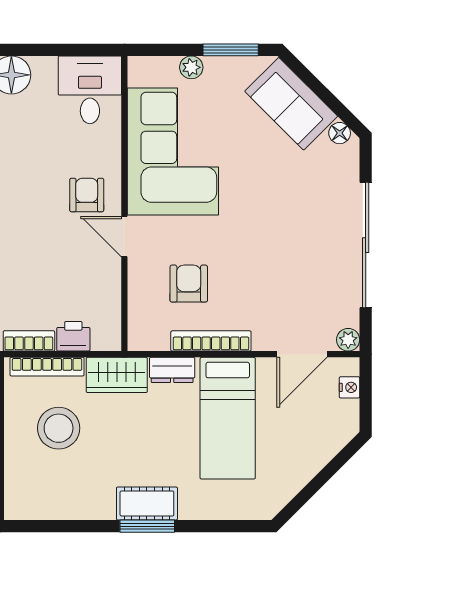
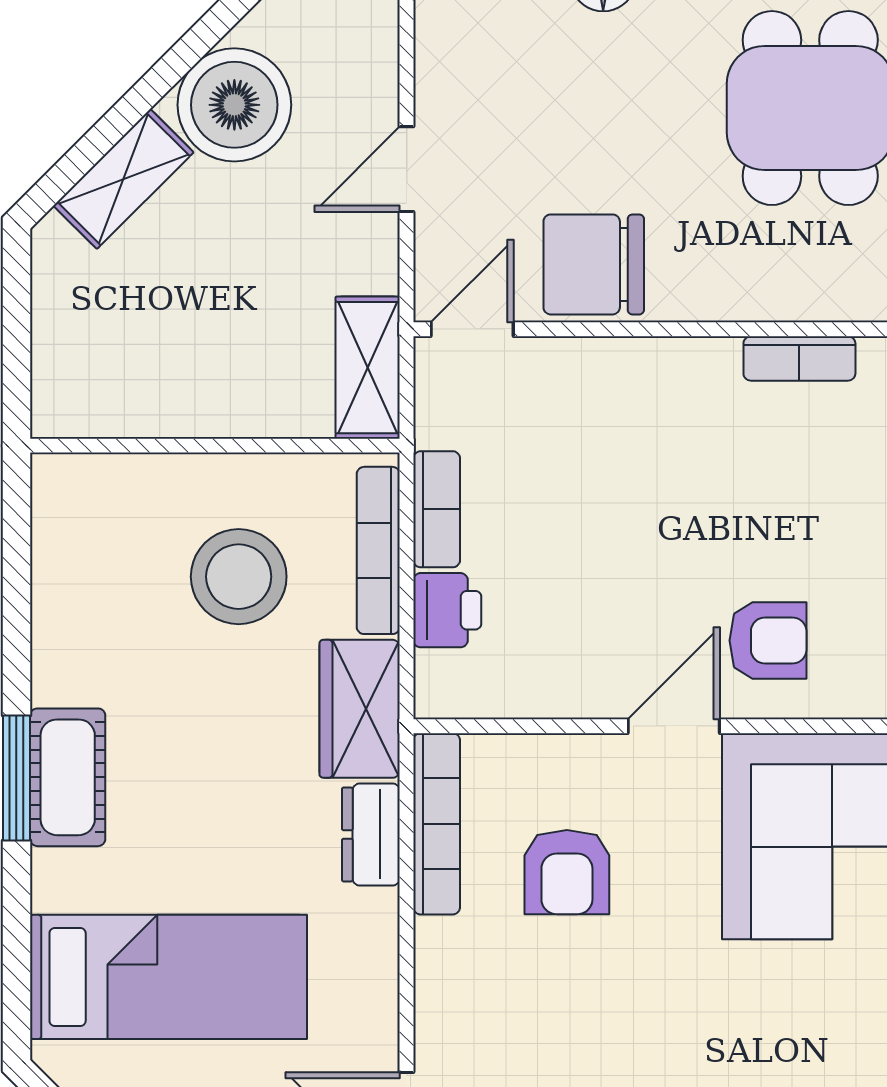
armchair: (189, 284) -> (567, 872), turned 90
bookcase: (211, 341) -> (437, 824), moved
bed: (228, 418) -> (169, 977), moved, turned 180

